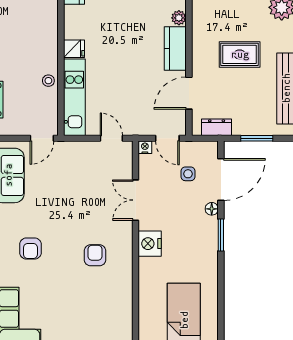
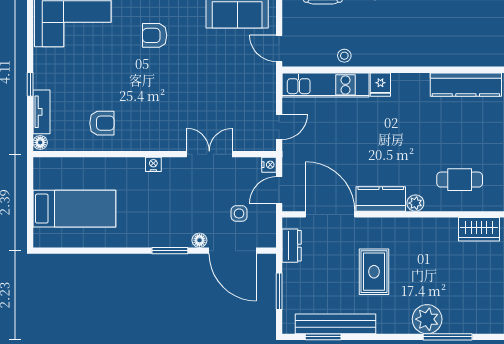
door: (189, 93) -> (330, 214), width x1.36
nightstand: (150, 244) -> (153, 164), width x0.53, depth x0.56
armchair: (95, 255) -> (102, 123), moved

